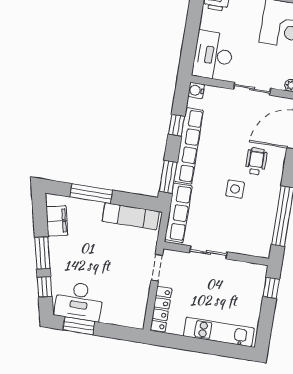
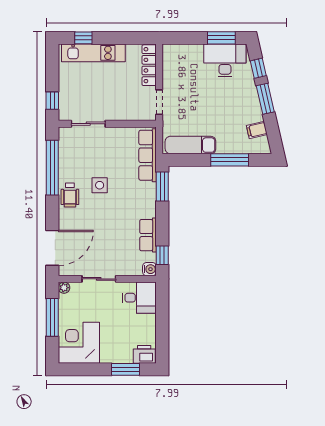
desk: (213, 55) -> (139, 298), width x0.73
window: (177, 125) -> (162, 255), moved
row of seats: (189, 146) -> (148, 235), width x0.50
wheelchair: (256, 162) -> (70, 195), moved
filing cabinet: (57, 221) -> (257, 130), width x0.50
sliding door: (208, 252) -> (88, 124), moved
window: (227, 350) -> (83, 38), added

